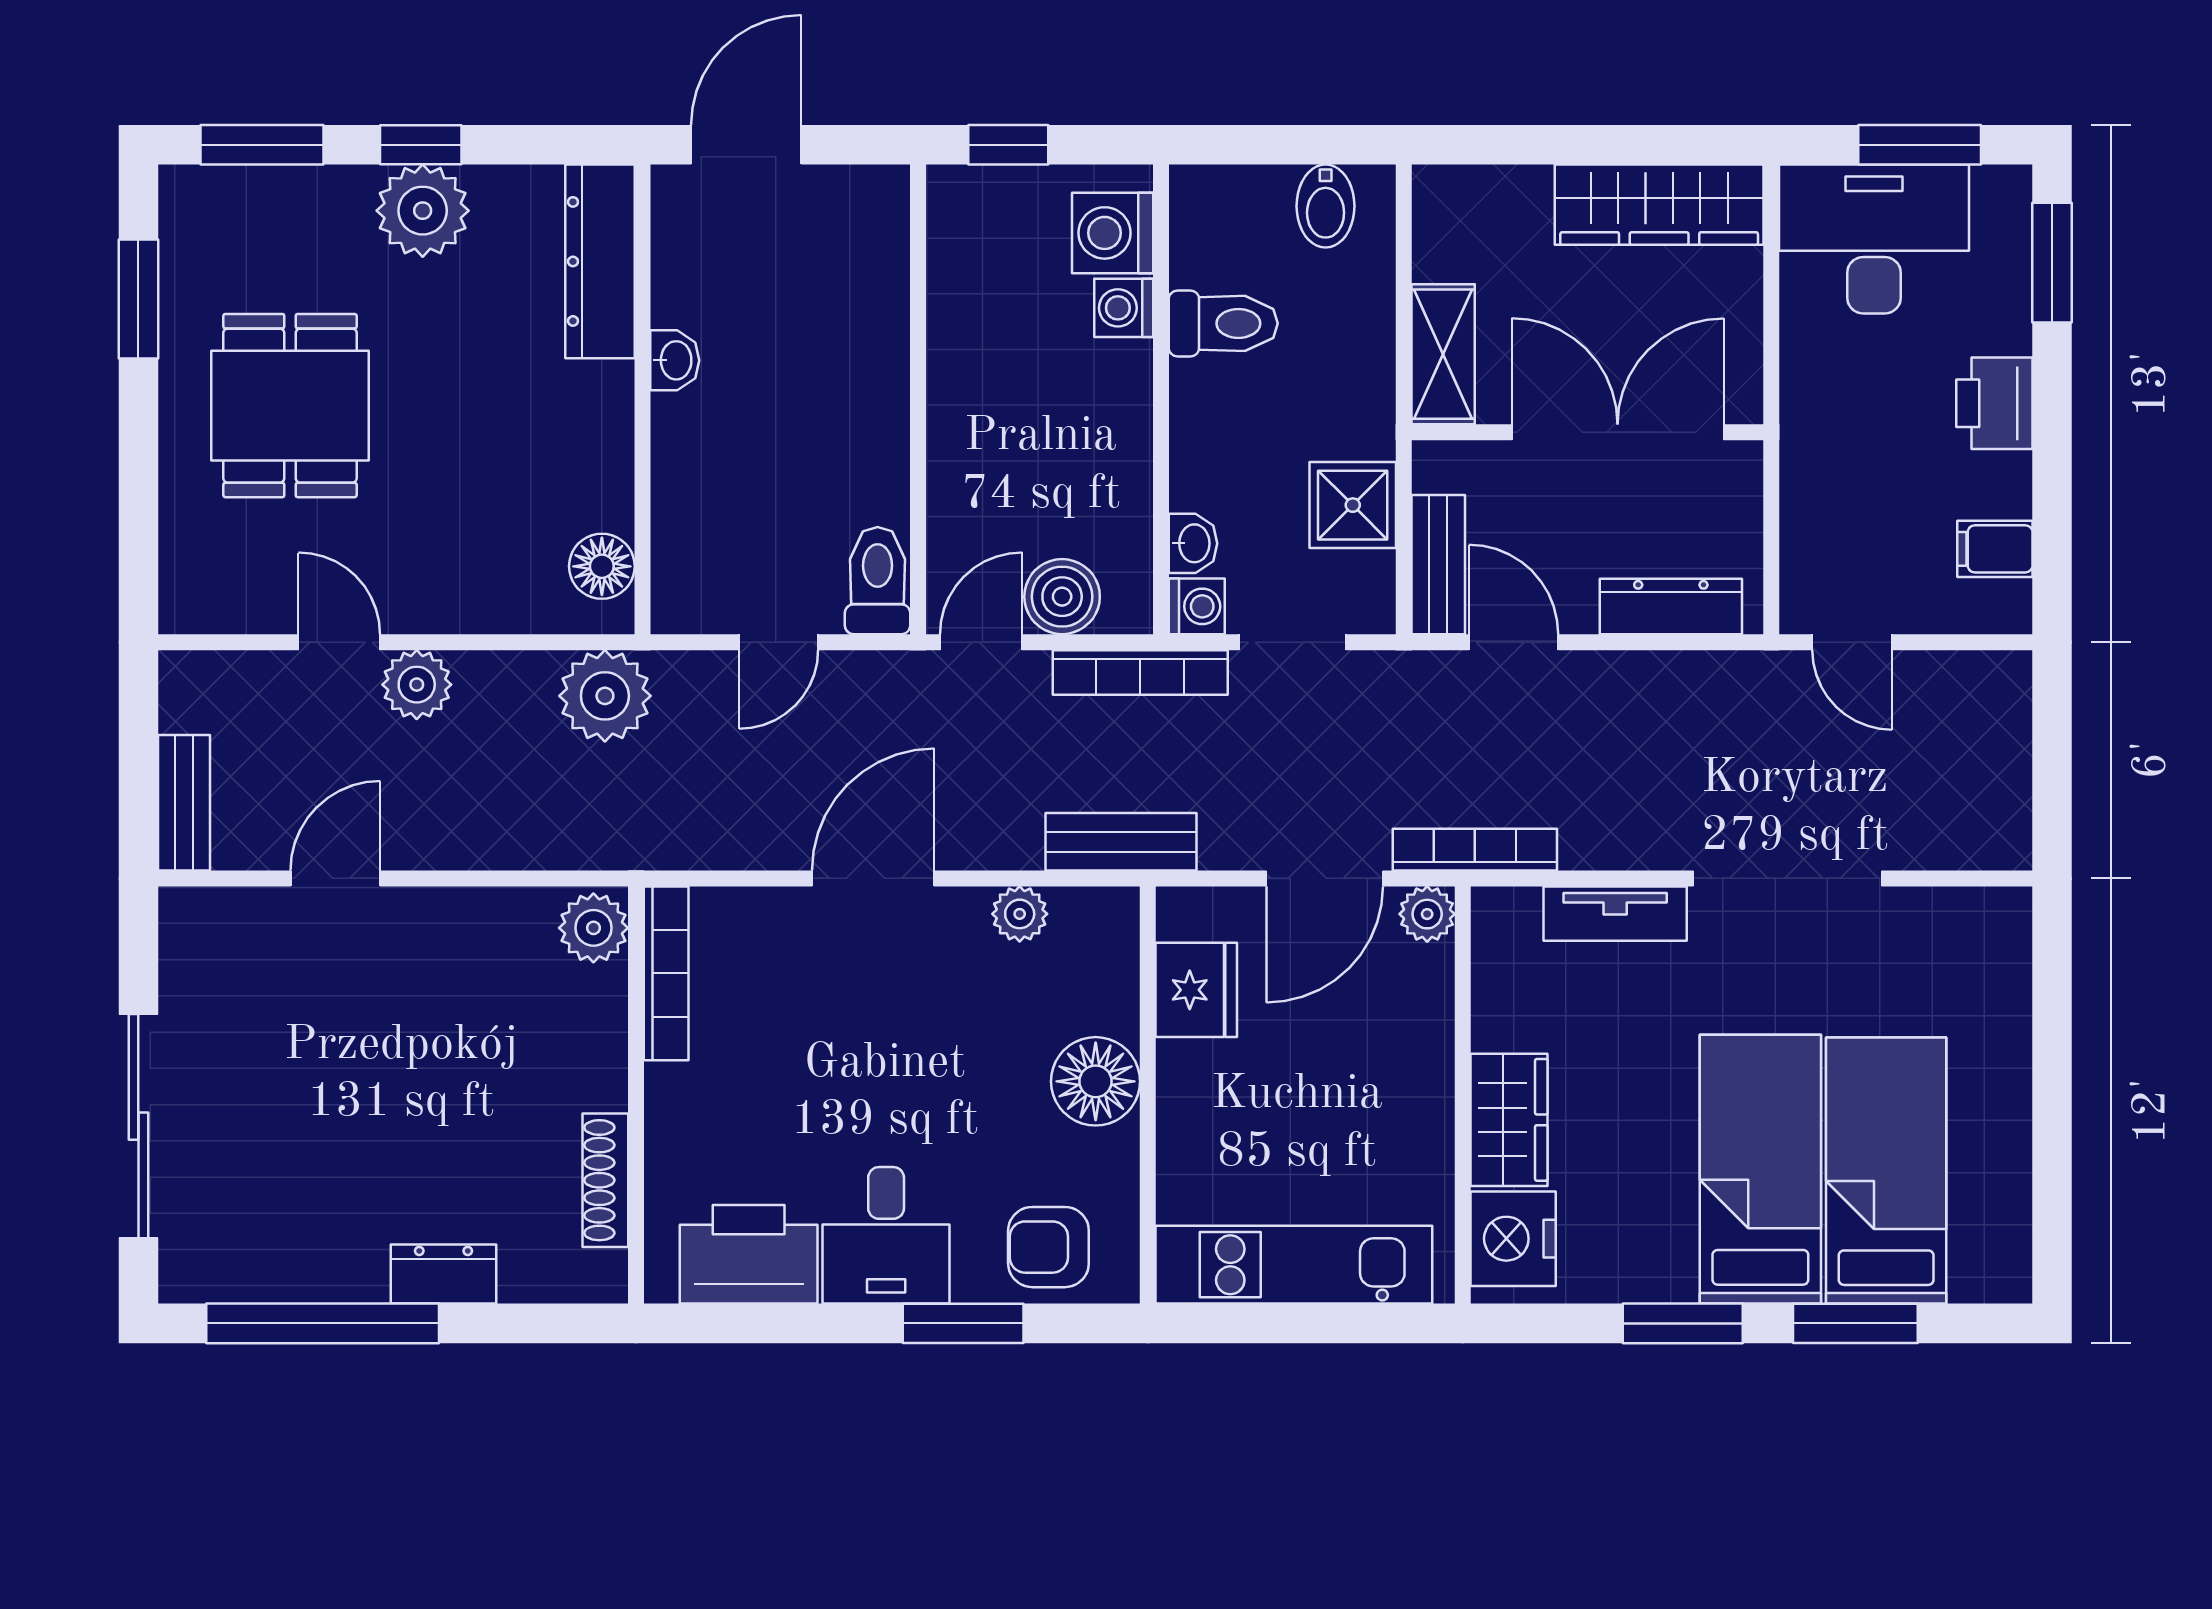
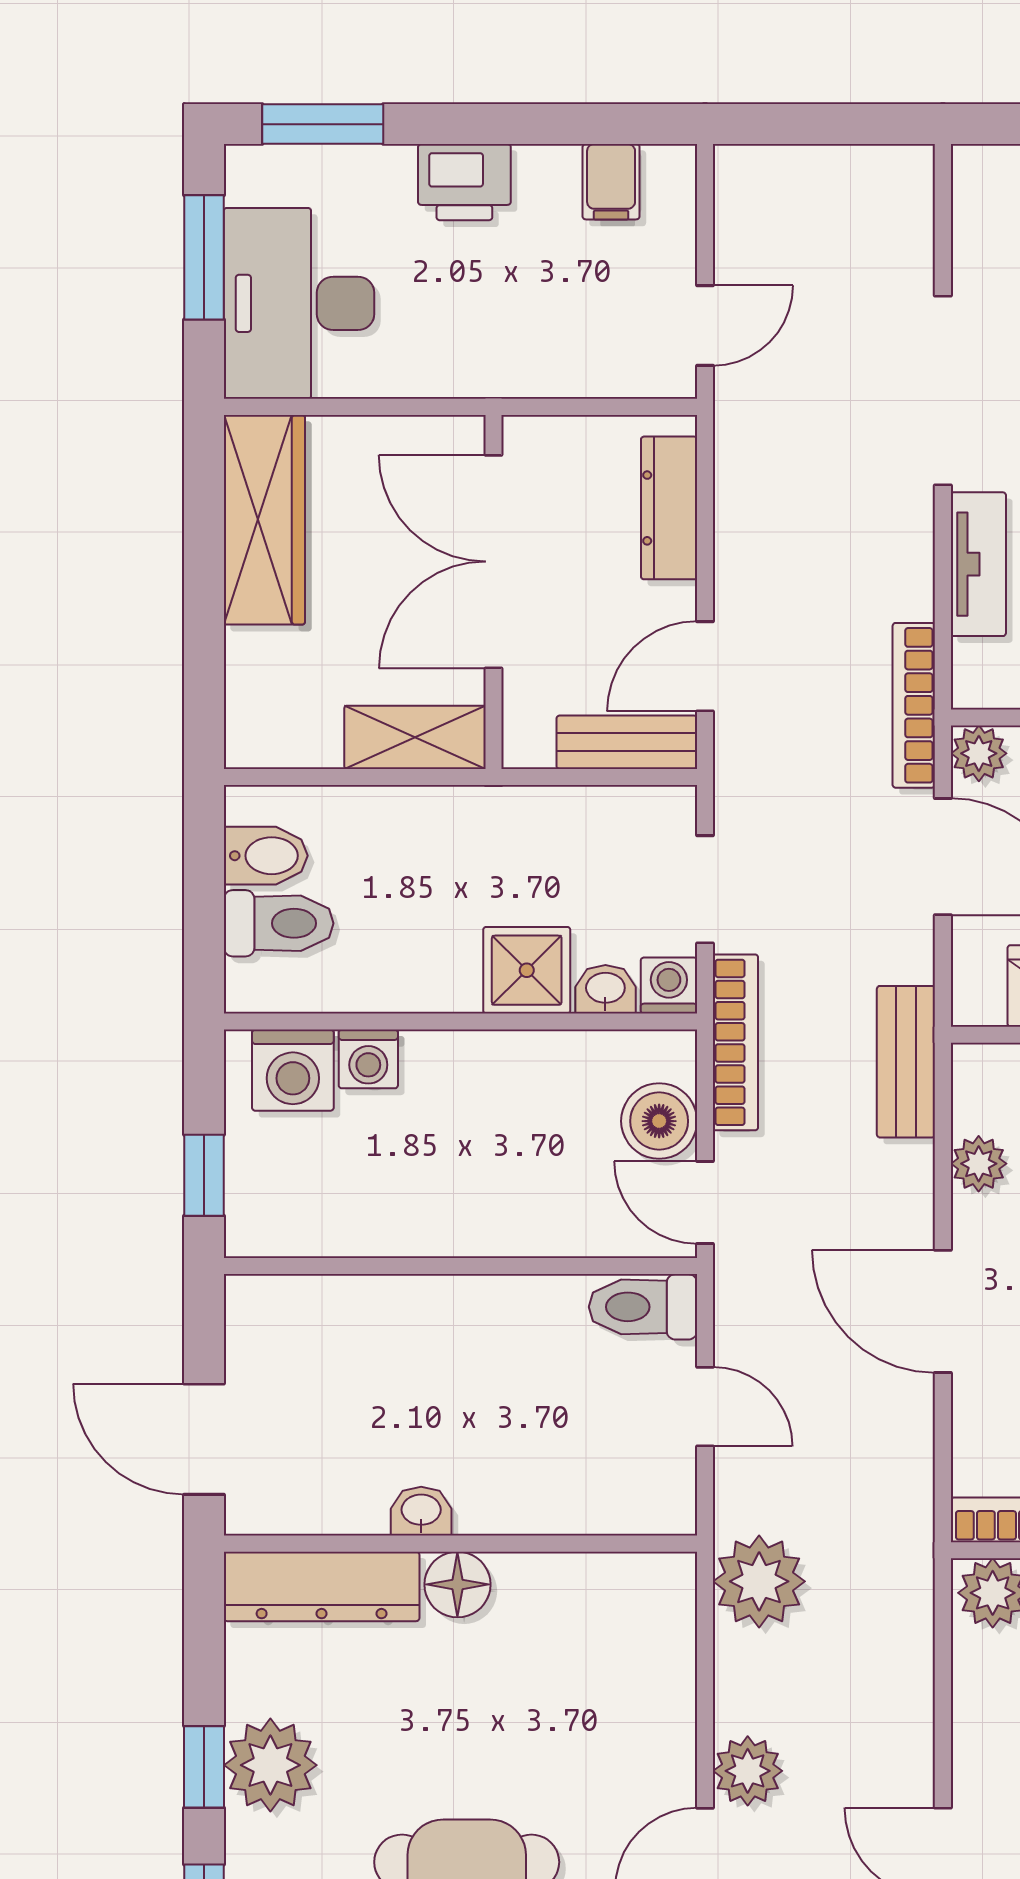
toilet: (1223, 323) -> (279, 923), moved, turned 90
shower: (1353, 505) -> (527, 970), moved
floor lamp: (602, 566) -> (457, 1584), moved

